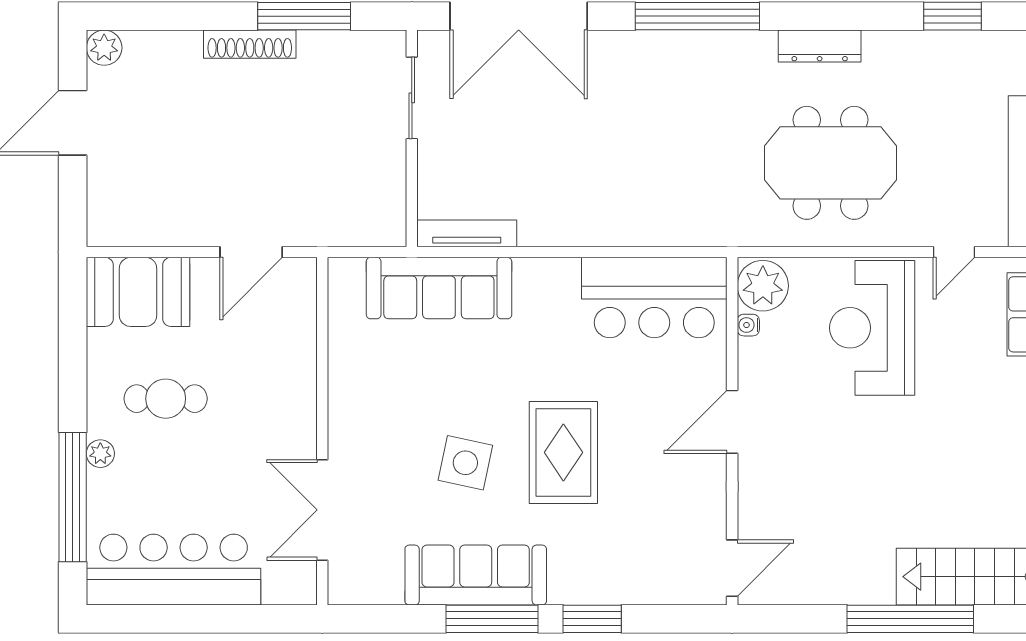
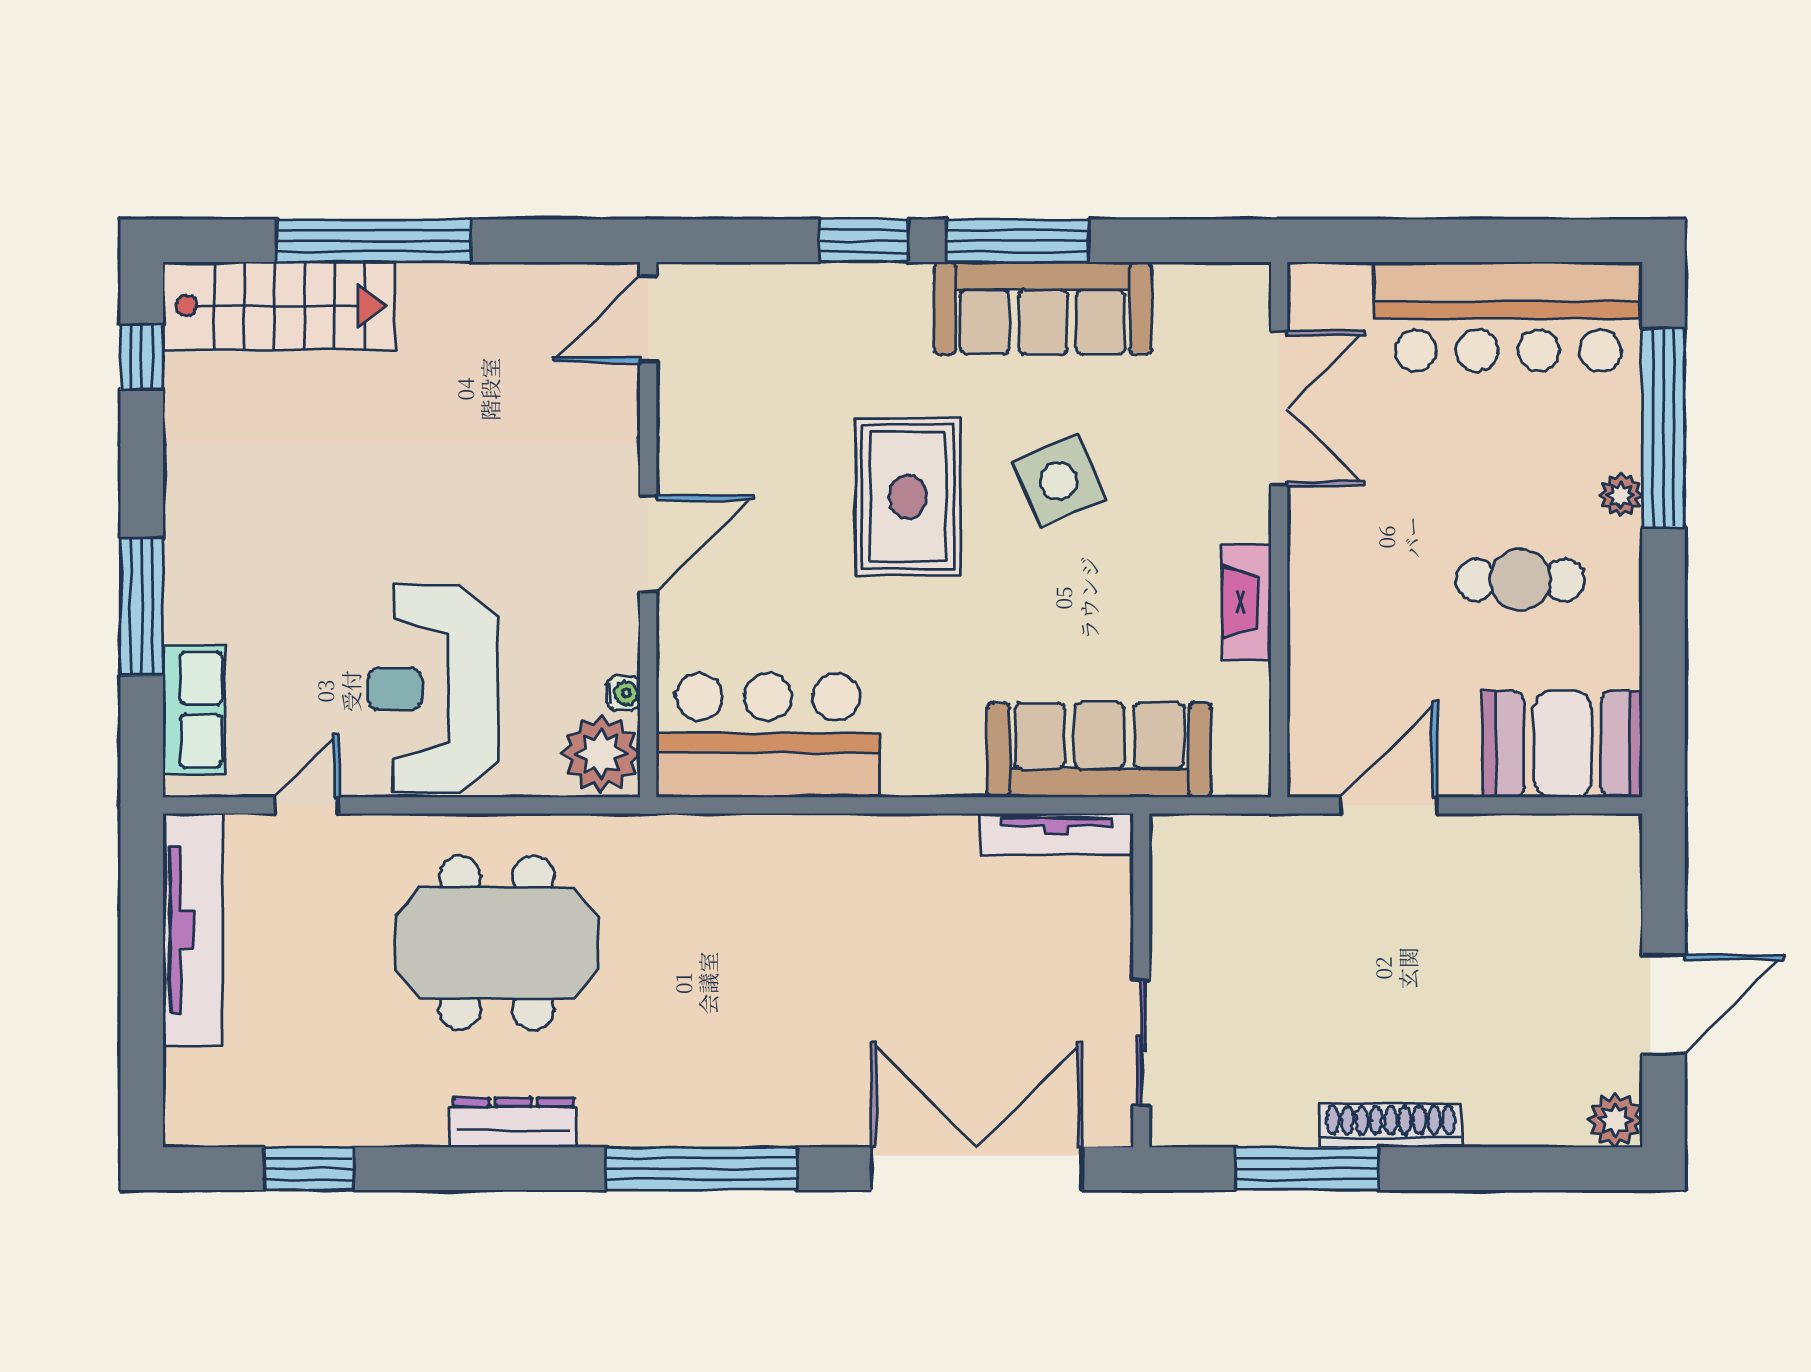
reception desk: (872, 328) -> (433, 689), turned 180
fireplace: (343, 384) -> (1247, 602), added
side table: (465, 463) -> (1059, 481), turned -35

